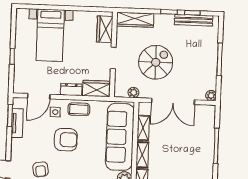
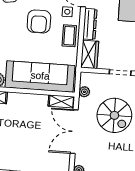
dresser: (71, 90) -> (90, 24), width x1.44
shelving: (143, 128) -> (61, 101), moved
shelving: (142, 155) -> (21, 99), removed

